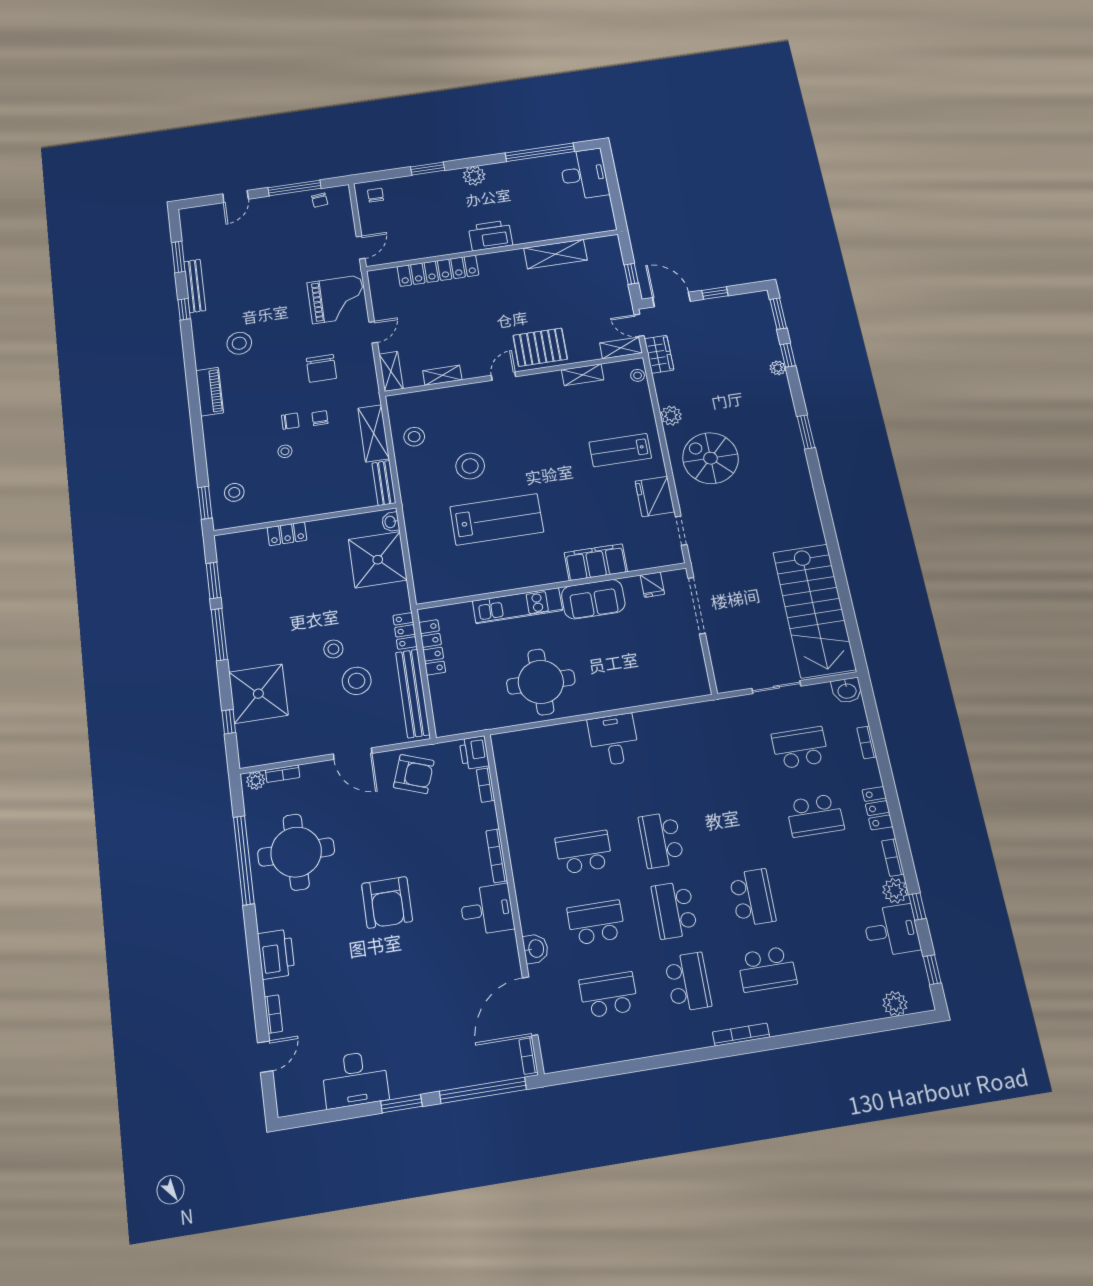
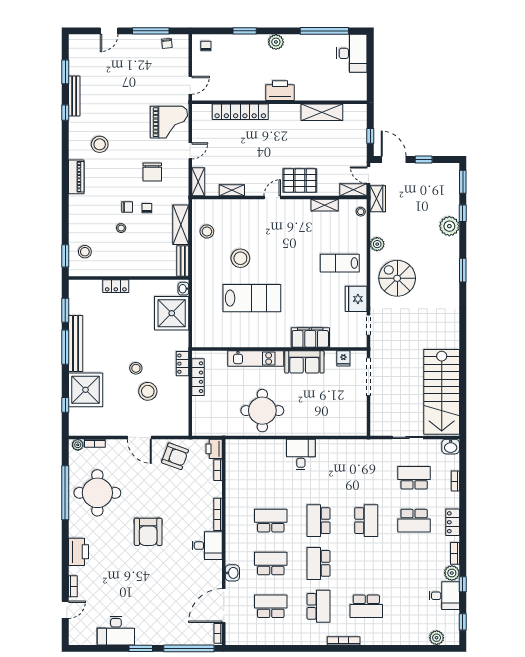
plant: (778, 368) -> (449, 226), width x1.88, depth x1.88
bench: (413, 693) -> (76, 344), moved
school desk: (752, 897) -> (366, 521), moved

